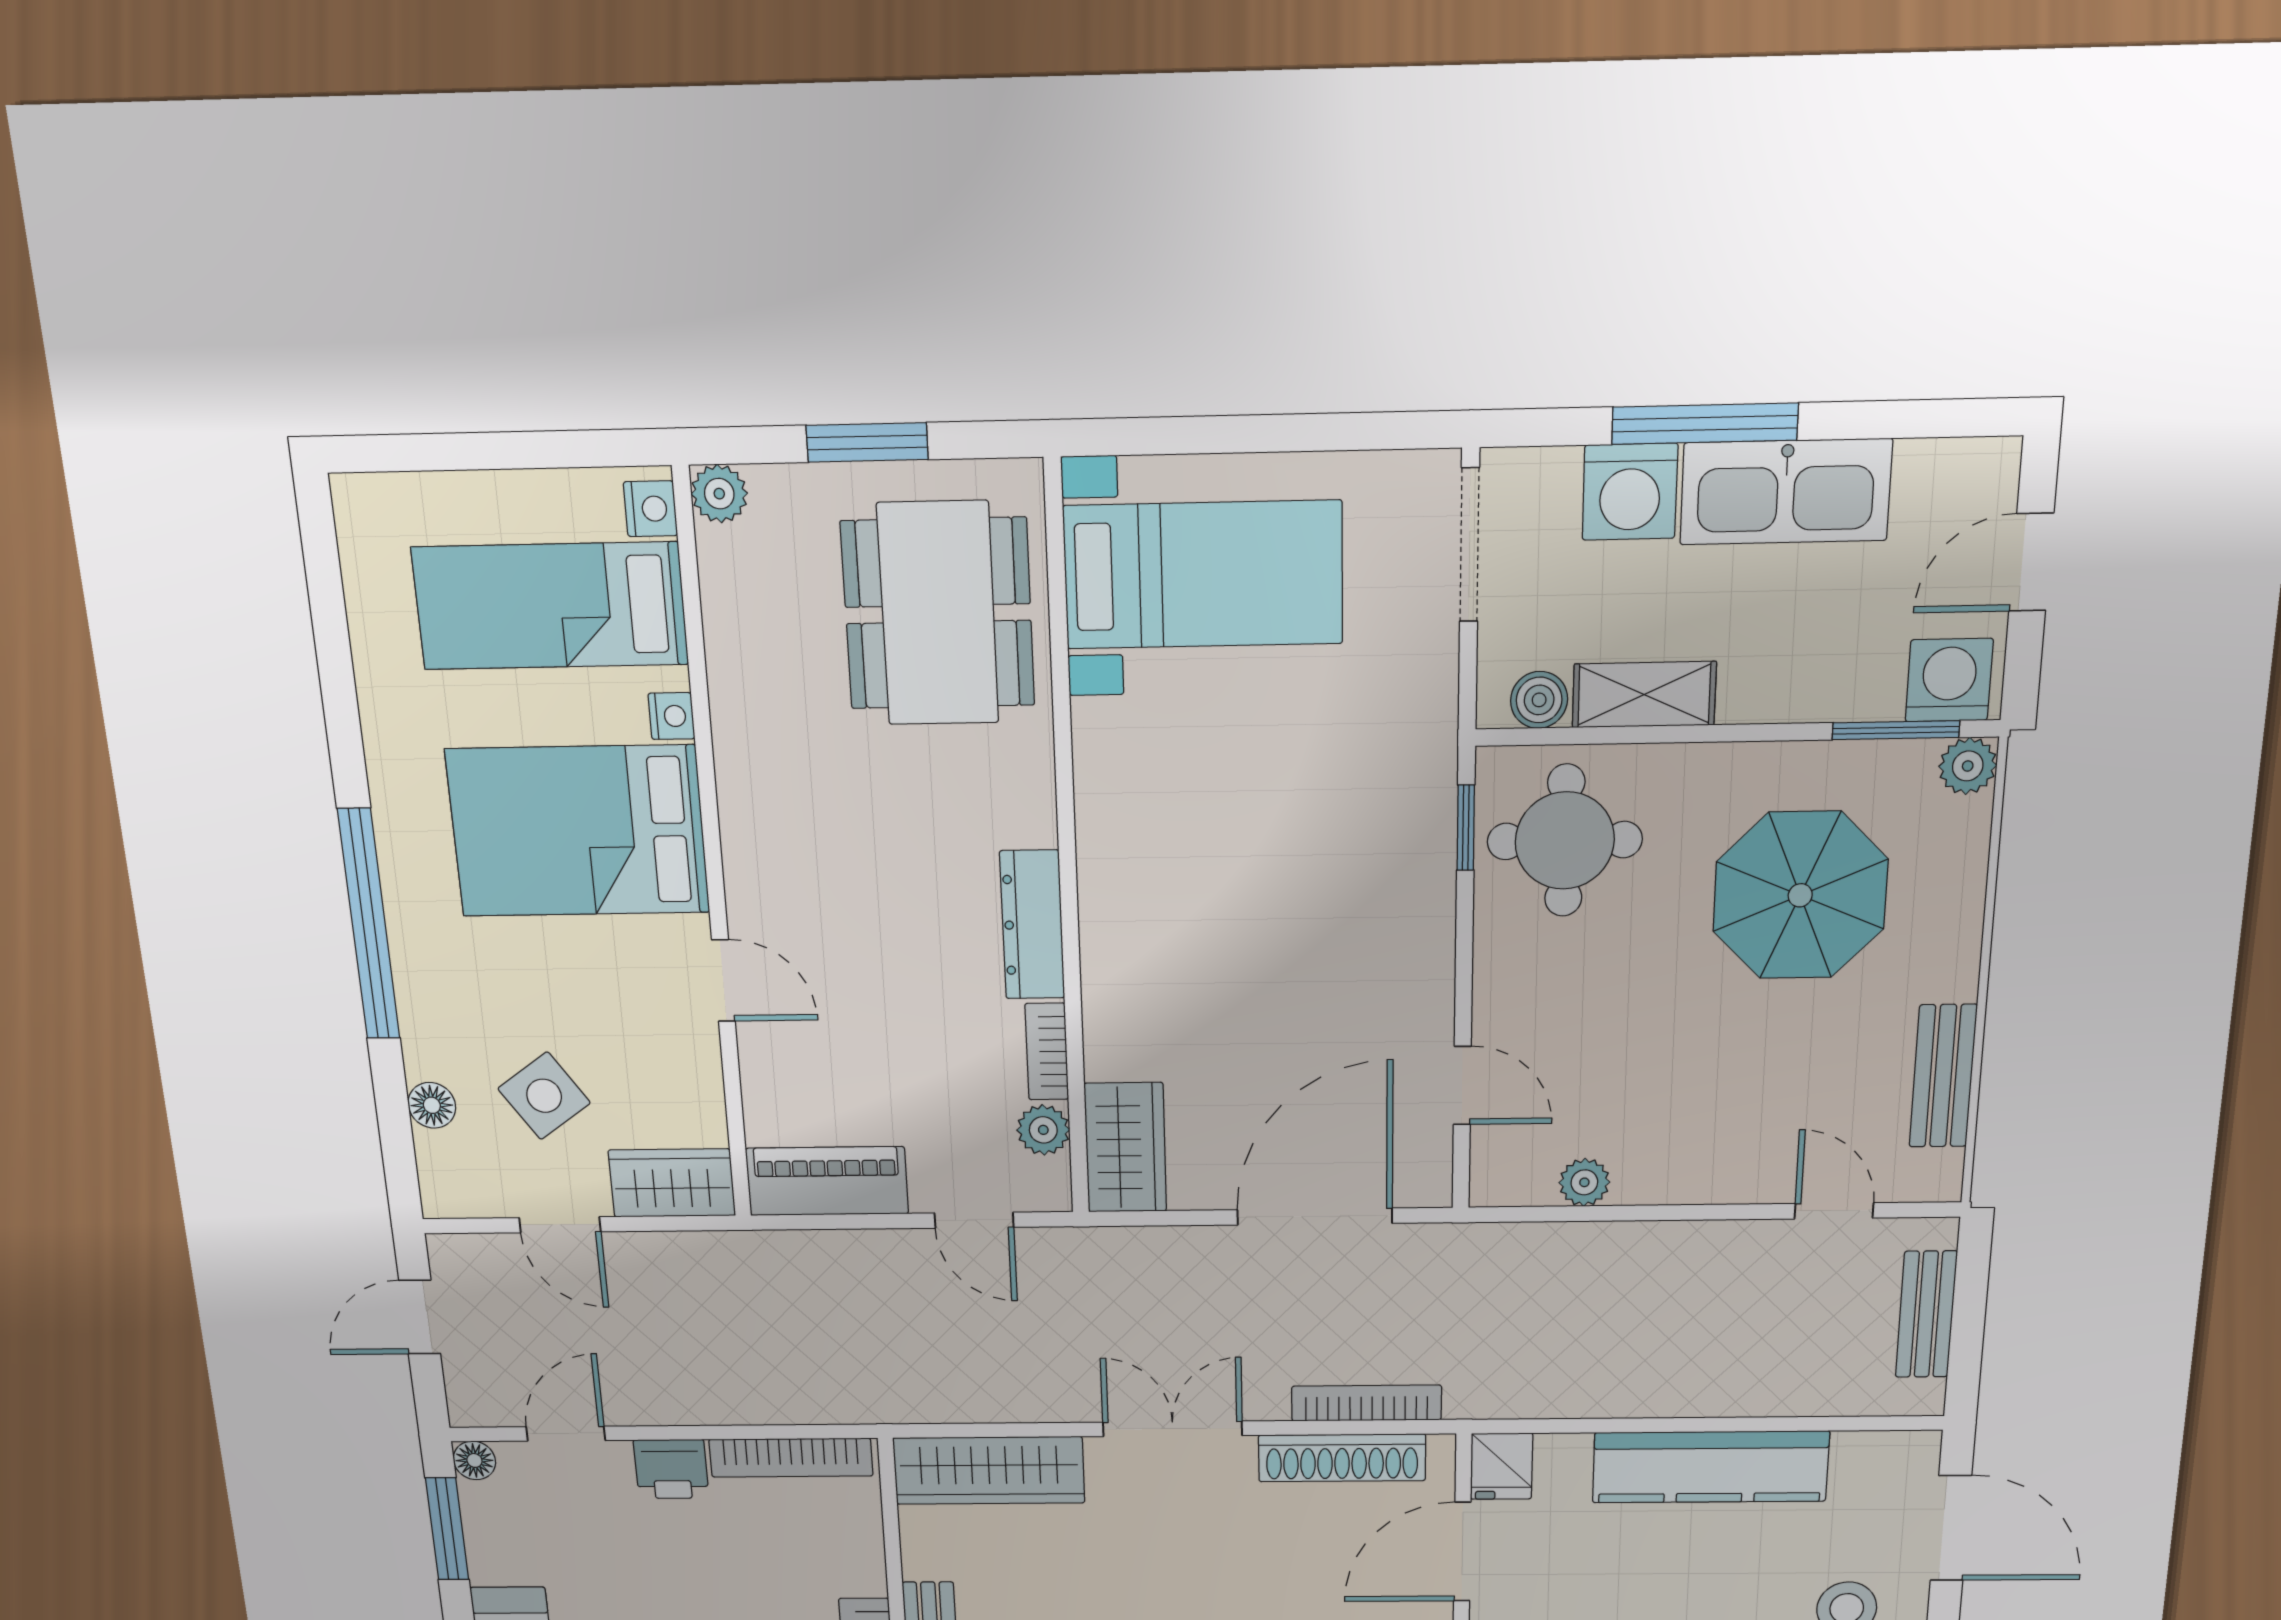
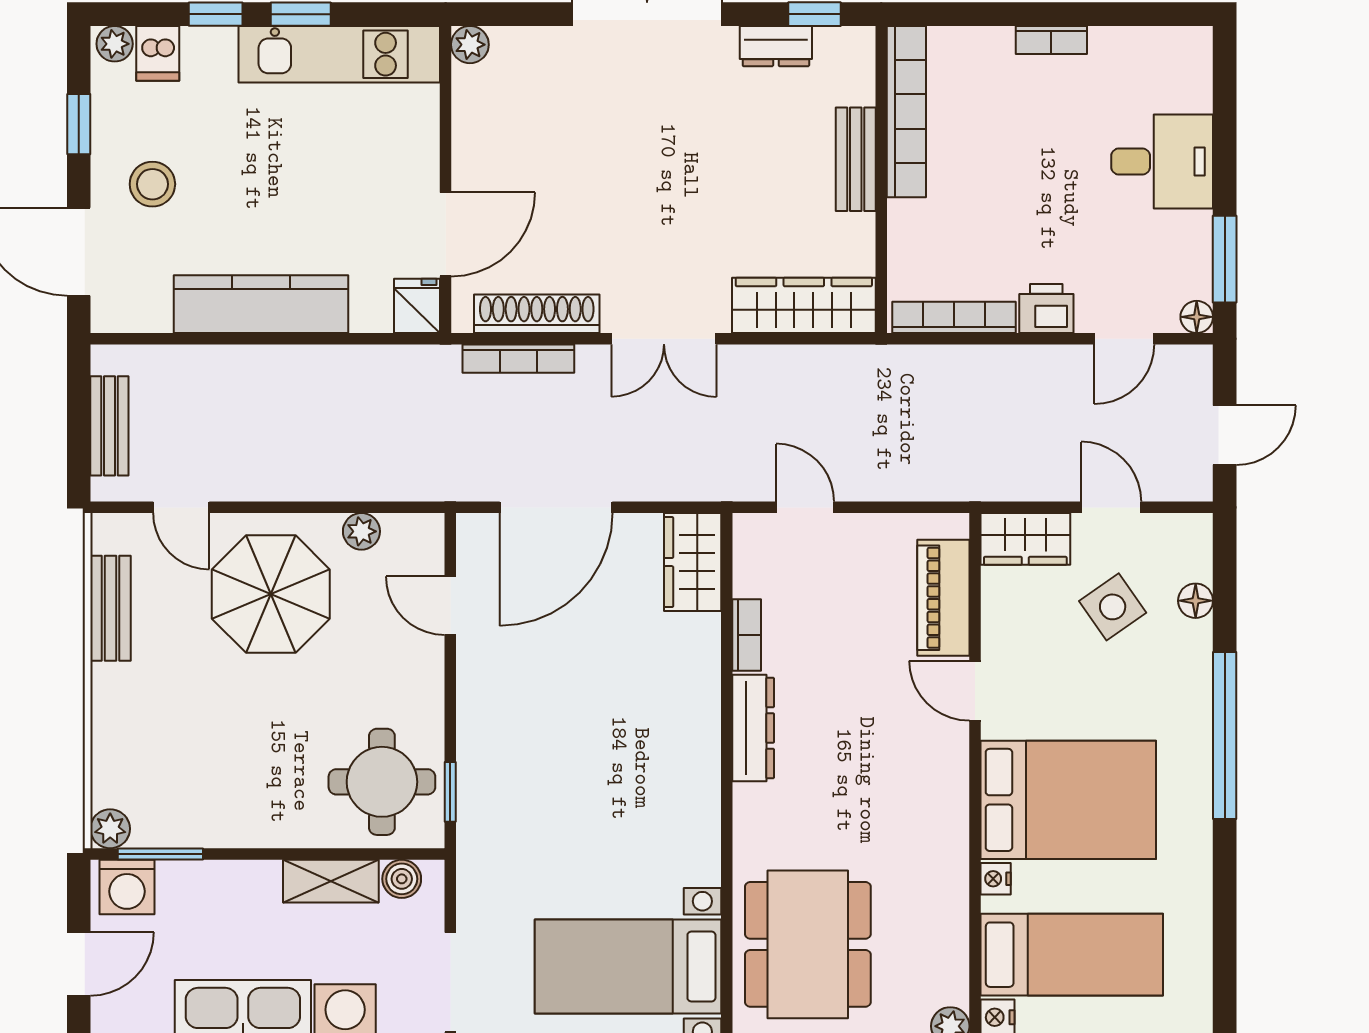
parasol: (1800, 895) -> (271, 594), moved
plant: (1043, 1130) -> (752, 576), removed
piano: (827, 1181) -> (943, 598), moved, turned 90

